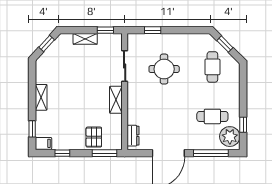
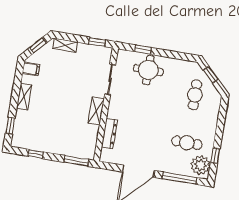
shelving: (85, 39) -> (65, 45), moved
round table: (164, 69) -> (148, 70), moved
dresser: (133, 136) -> (109, 133), moved, width x1.44
pallet: (94, 137) -> (69, 144), removed
filing cabinet: (43, 143) -> (31, 69), moved

